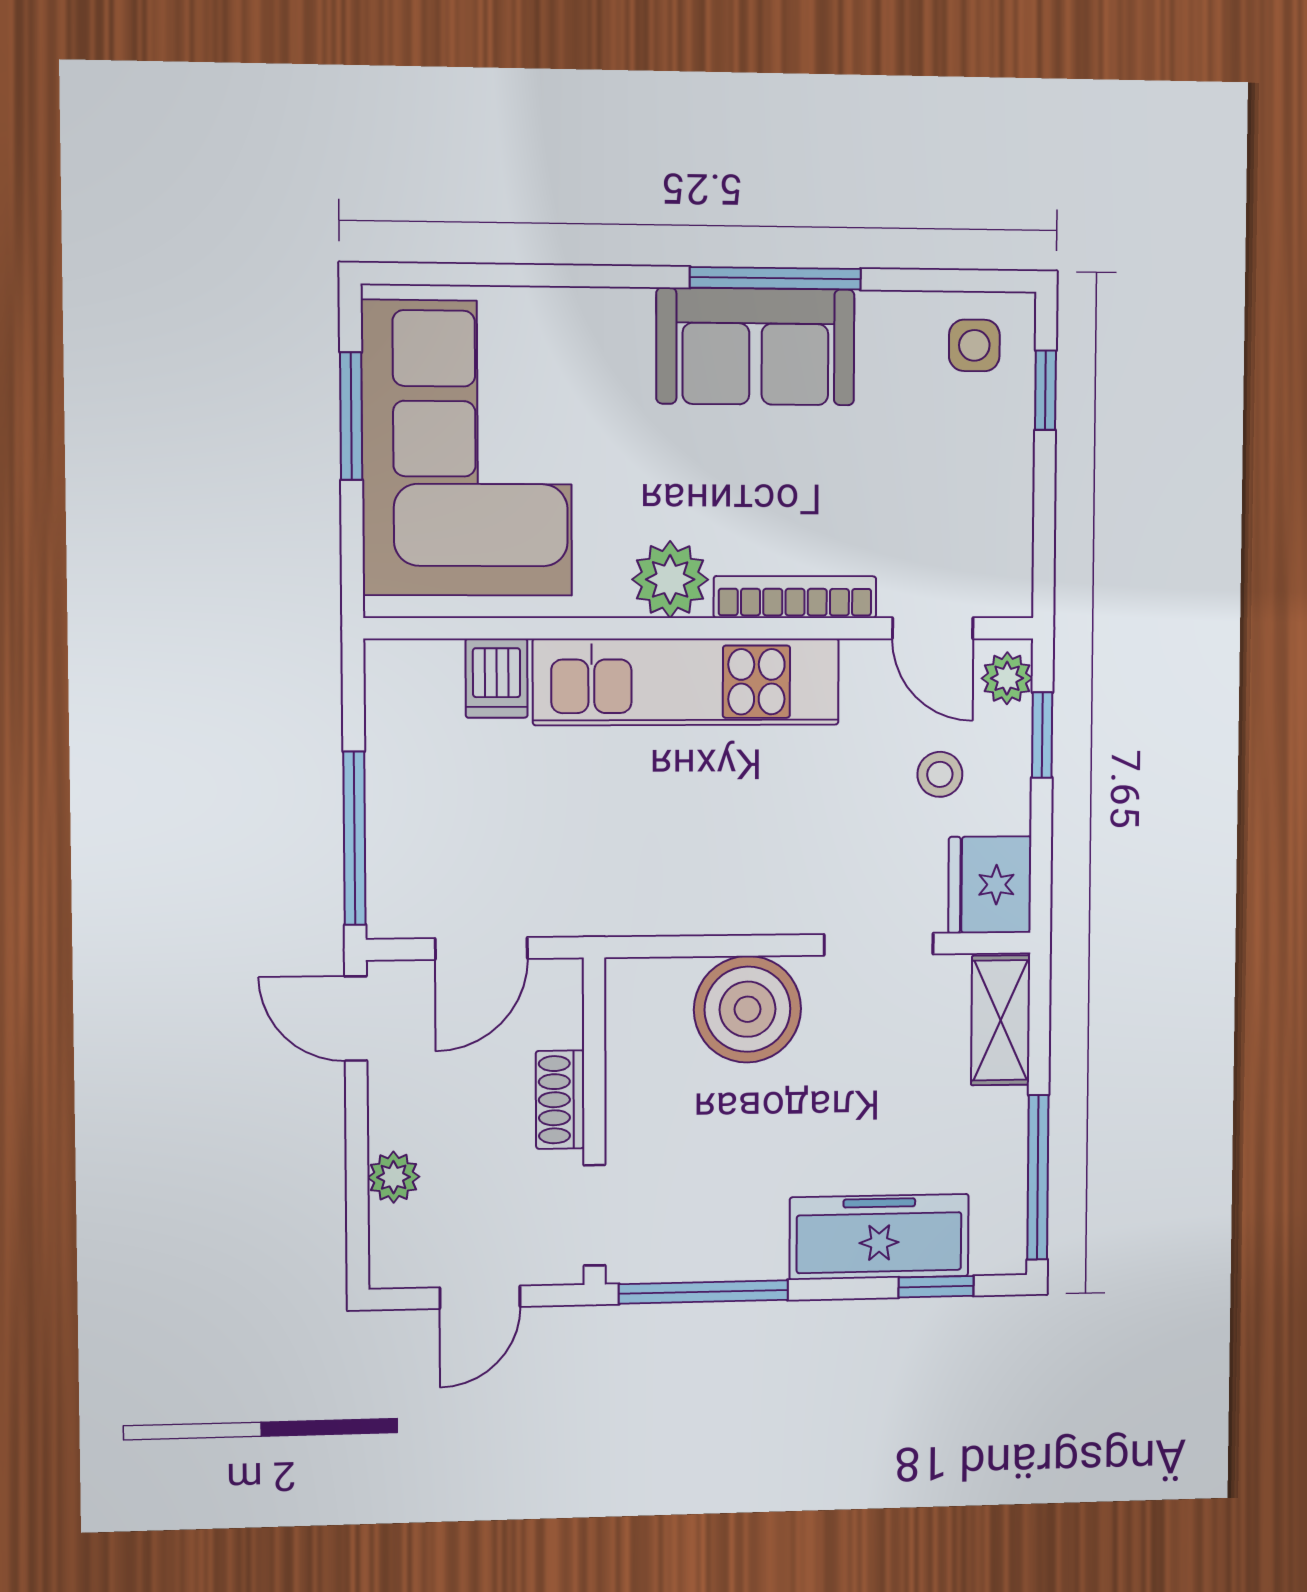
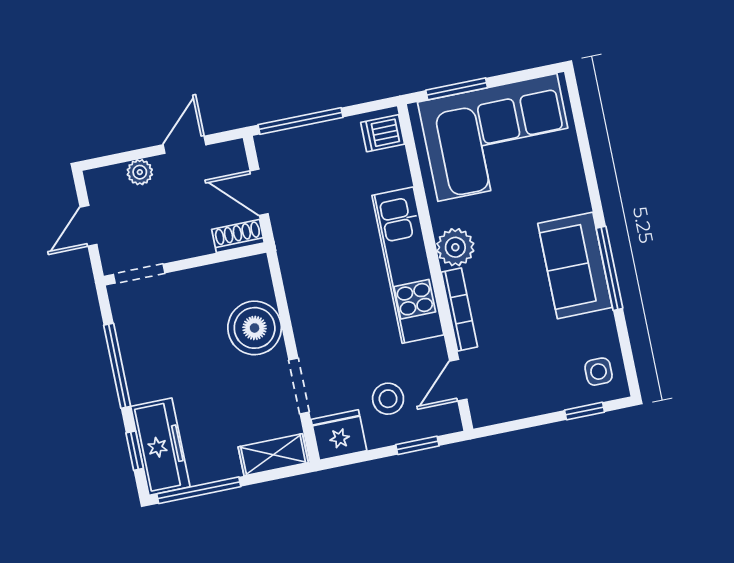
window: (351, 416) -> (457, 89), moved
dishwasher: (497, 678) -> (383, 133), moved
plant: (1007, 678) -> (442, 422), removed
stool: (940, 774) -> (388, 399), width x1.37, depth x1.37
door: (356, 1019) -> (185, 145), moved
shoe rack: (560, 1100) -> (238, 236), moved
freezer: (879, 1237) -> (160, 447), moved
window: (704, 1292) -> (117, 366), moved
door: (480, 1297) -> (88, 226), hinge flipped

